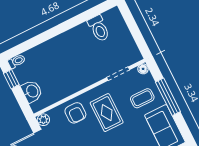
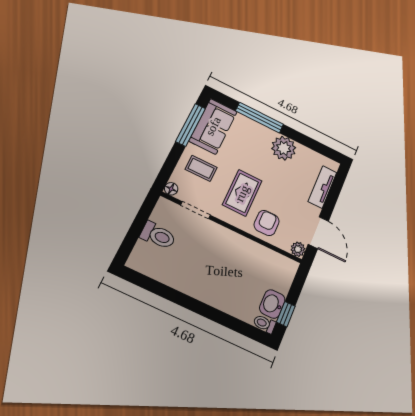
toilet: (99, 28) -> (158, 235), moved, turned 90
washbasin: (32, 91) -> (272, 304), moved
window: (168, 97) -> (191, 125), moved

